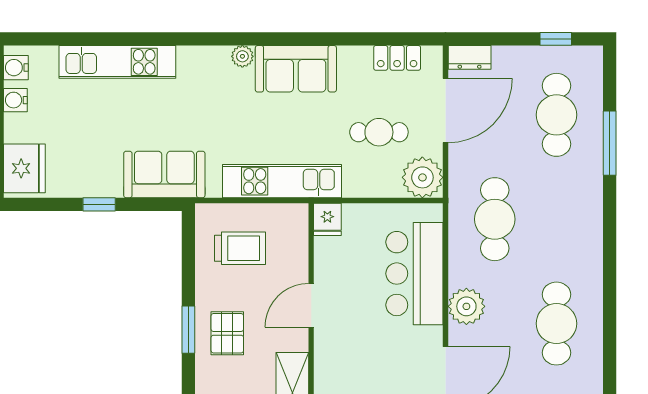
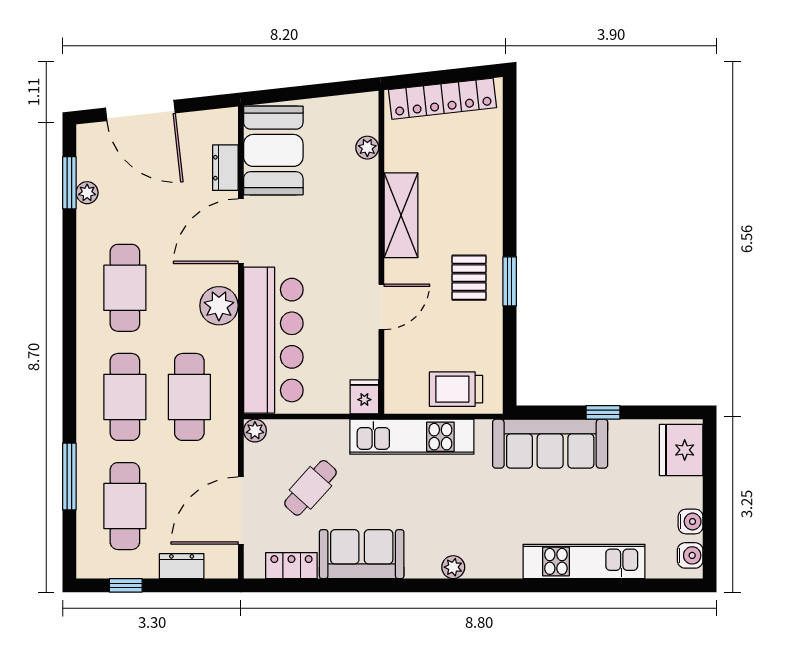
dresser: (470, 57) -> (182, 566), moved
sofa: (296, 69) -> (362, 554), moved
cafe table: (379, 132) -> (310, 488), turned -48
sofa: (164, 174) -> (550, 444), width x1.36
plant: (422, 177) -> (255, 431), width x0.53, depth x0.53
cafe table: (556, 219) -> (125, 397), added
trolley: (240, 248) -> (456, 389), moved
bar counter: (414, 274) -> (273, 340), width x1.36

